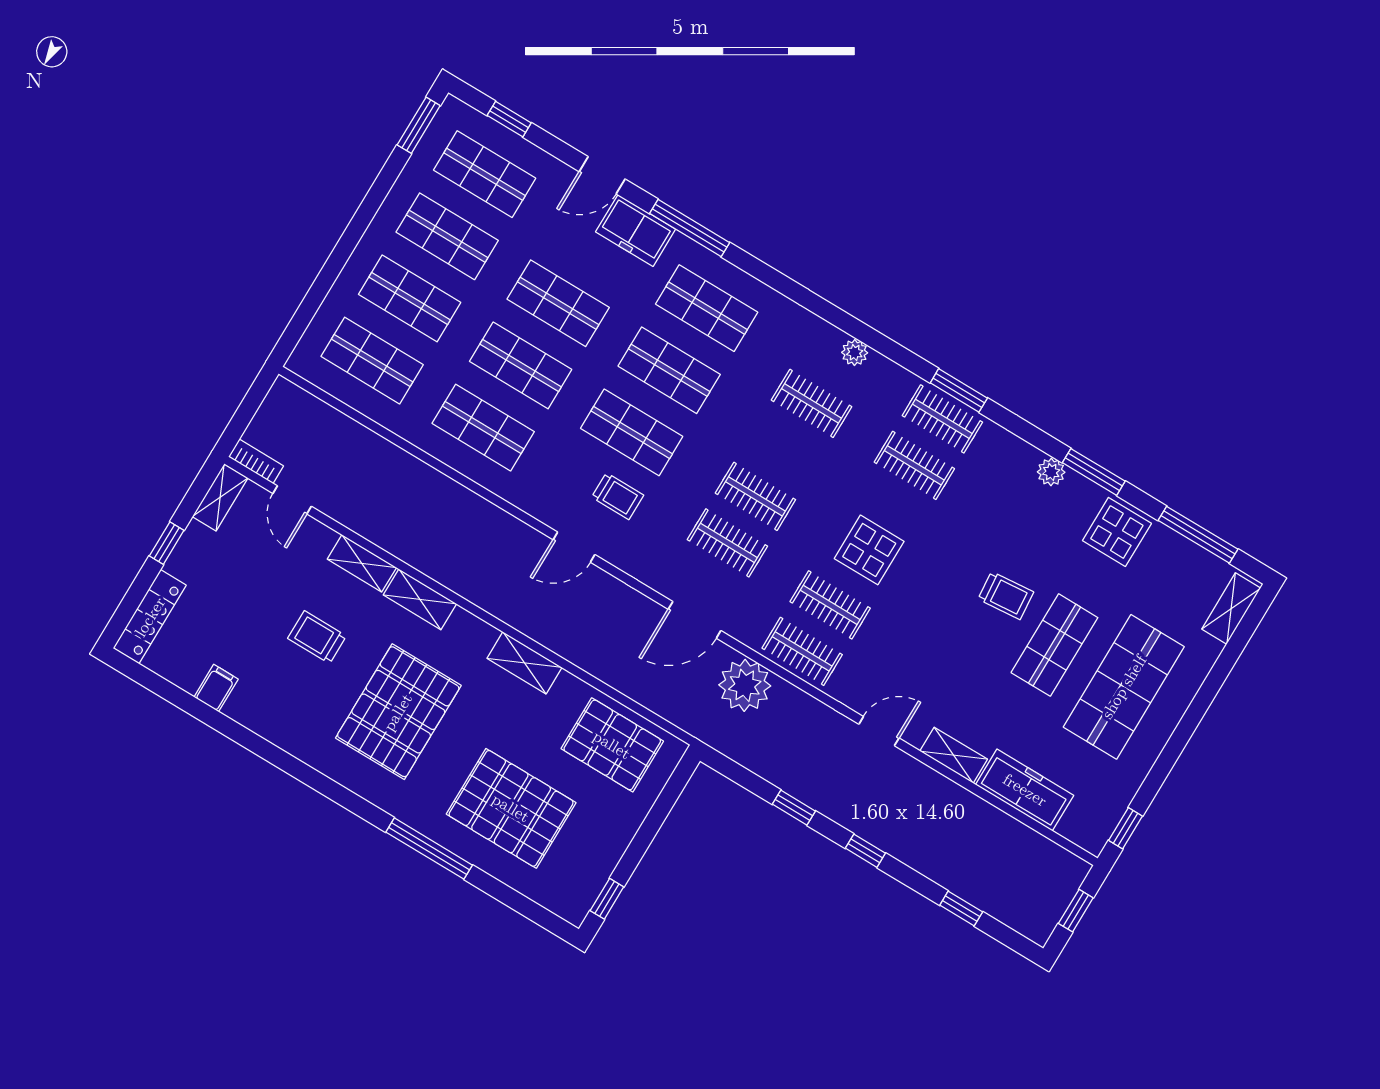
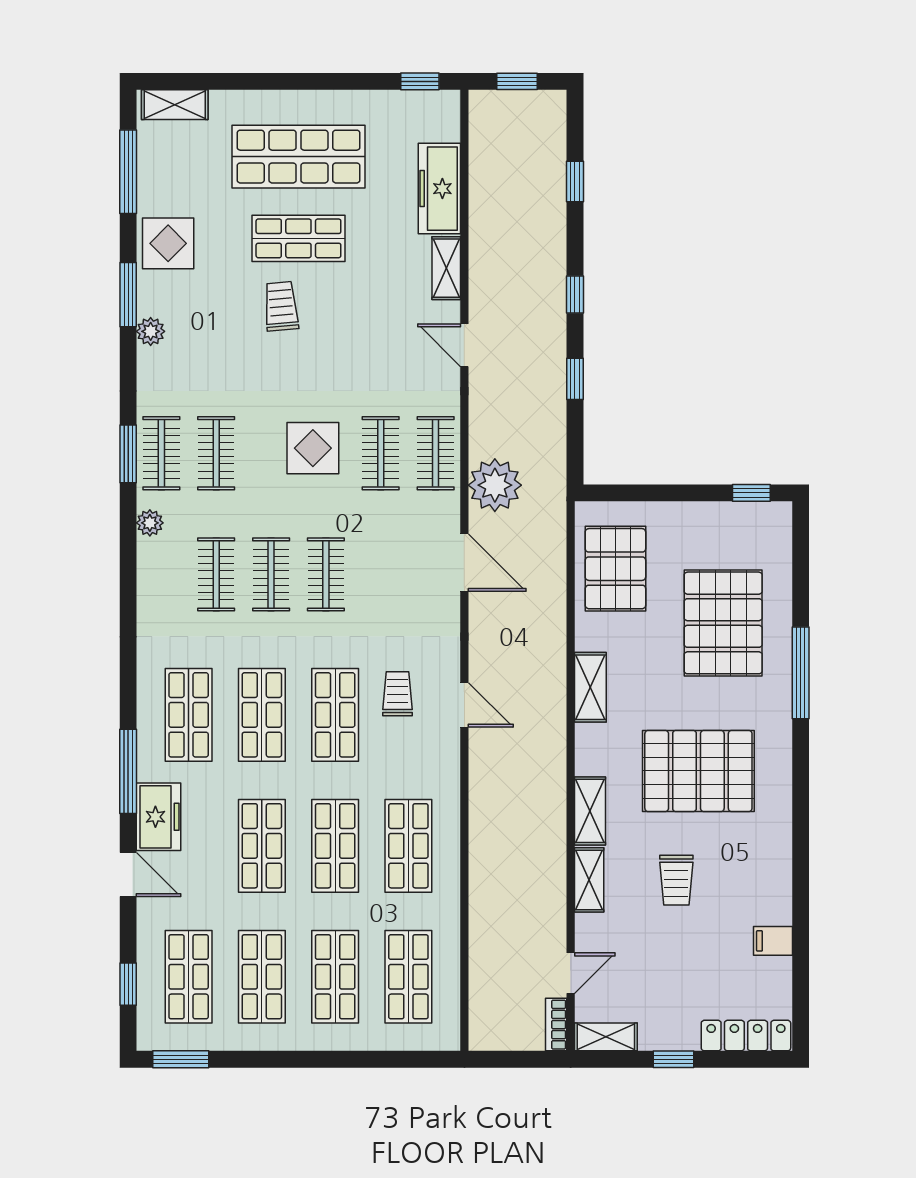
plant: (855, 353) -> (150, 523), moved
clothes rail: (727, 543) -> (271, 574), moved

